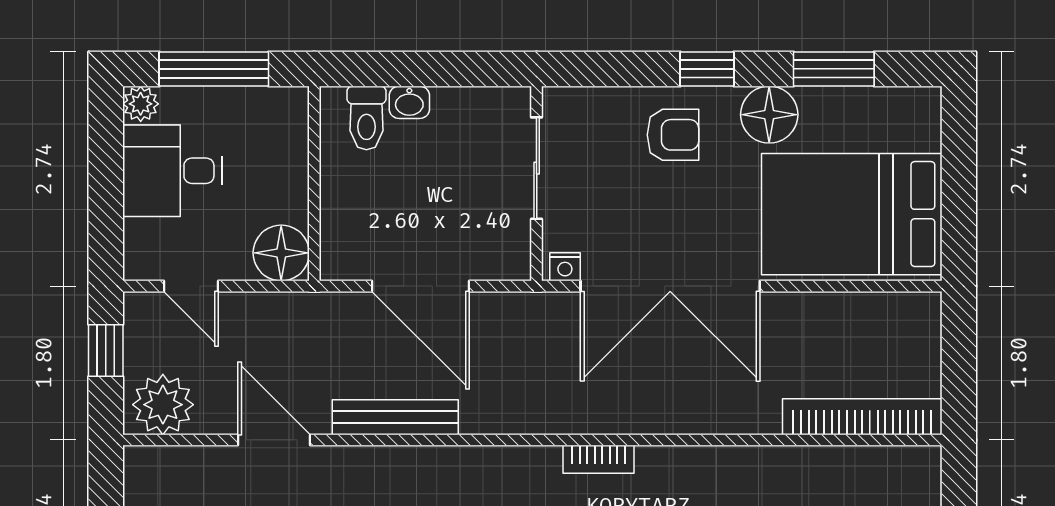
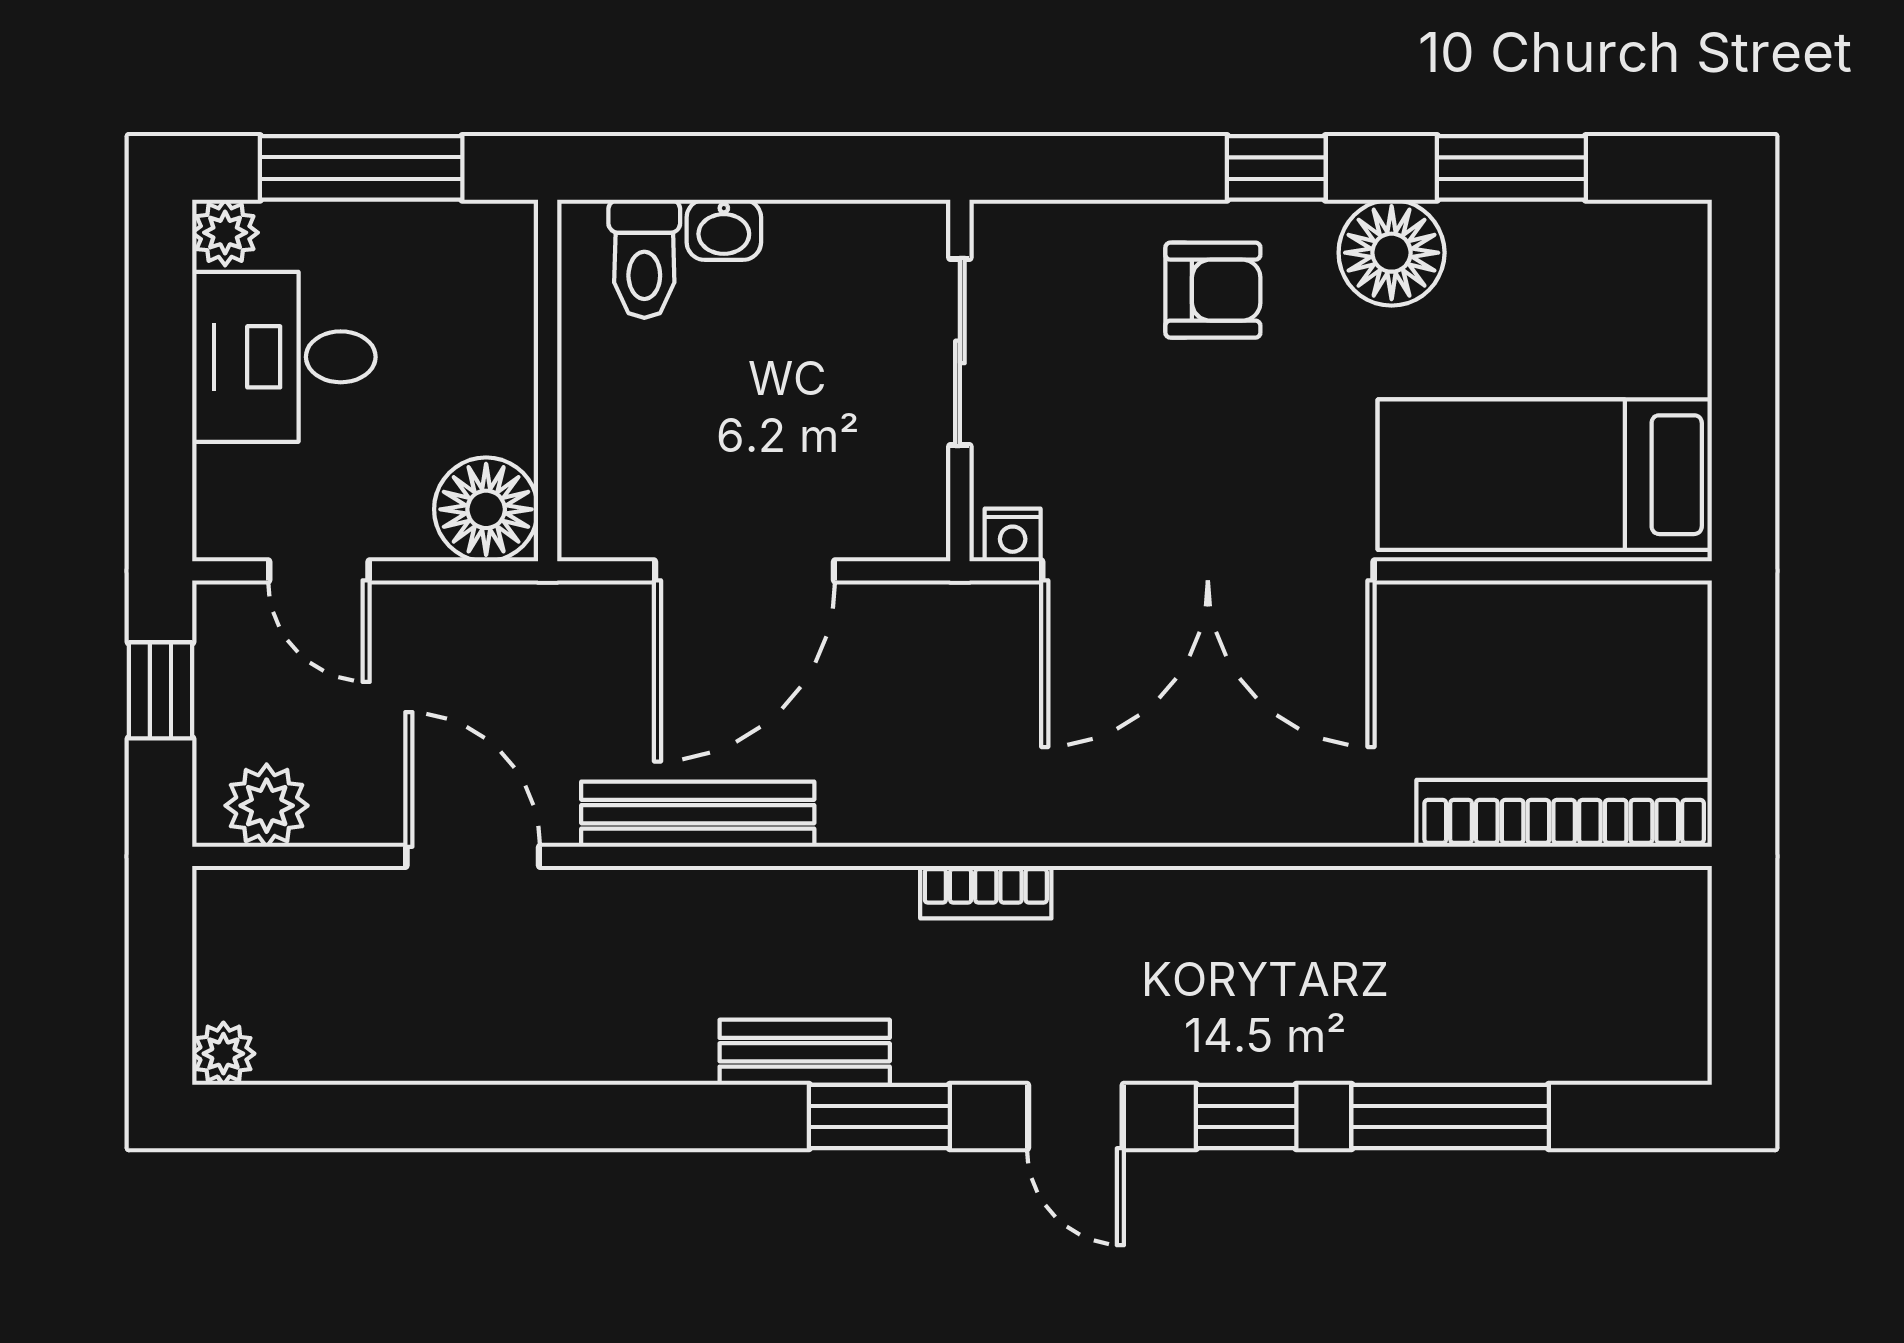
bed: (852, 214) -> (1545, 475), width x0.67
door: (421, 286) -> (745, 571), hinge flipped
plant: (163, 405) -> (267, 806), width x0.73, depth x0.73
bookcase: (599, 459) -> (986, 892), moved

